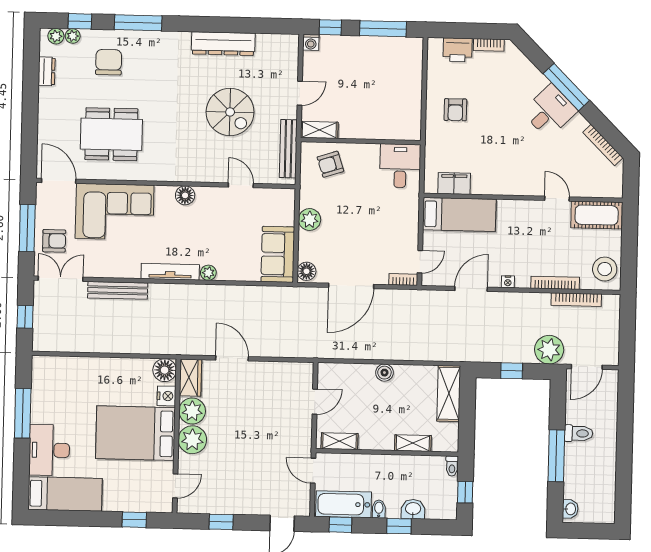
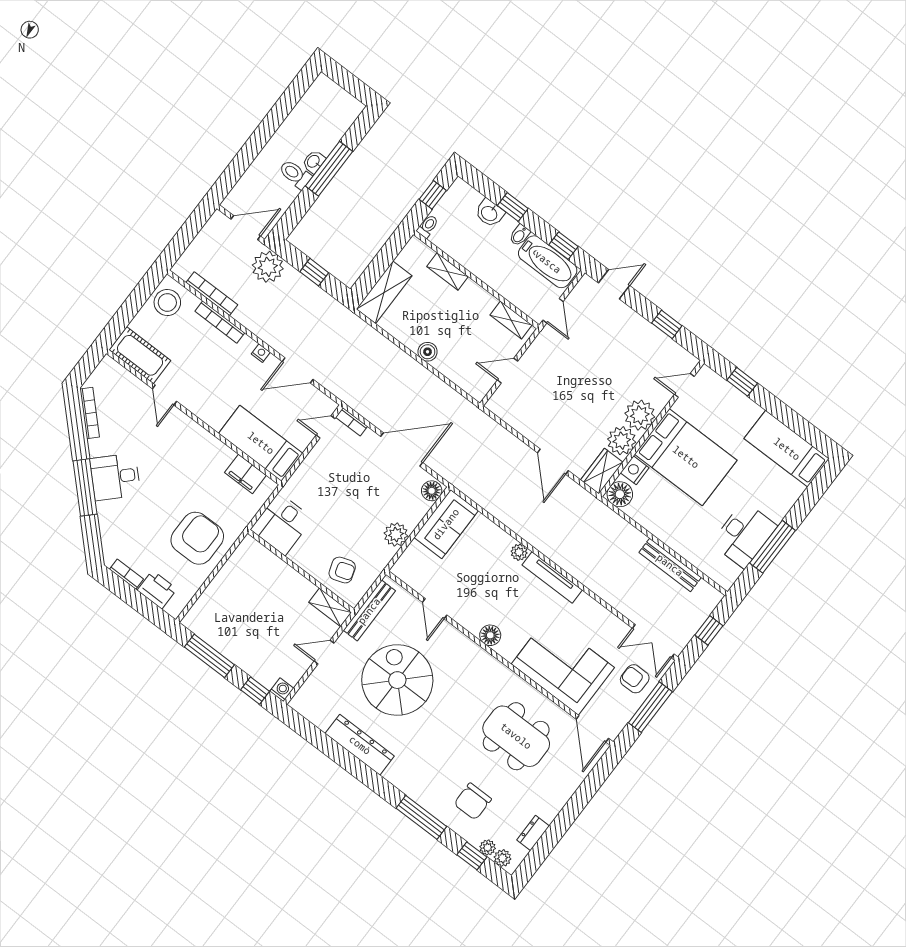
armchair: (455, 110) -> (197, 538), width x1.88, depth x1.88
spiral stairs: (230, 112) -> (397, 680), width x1.37, depth x1.37
bench: (118, 290) -> (670, 565), moved
desk: (49, 450) -> (744, 535), moved
washbasin: (570, 509) -> (314, 162), moved

